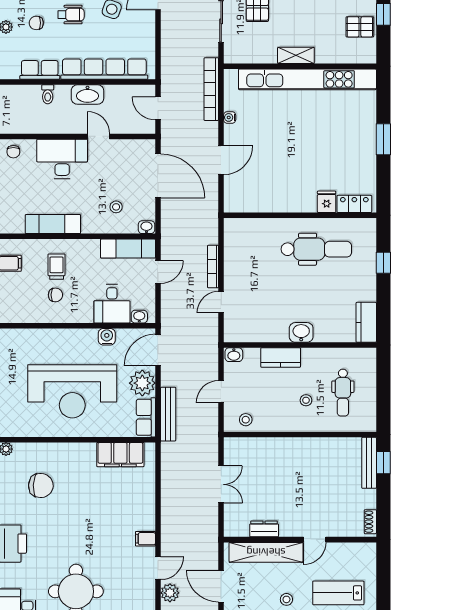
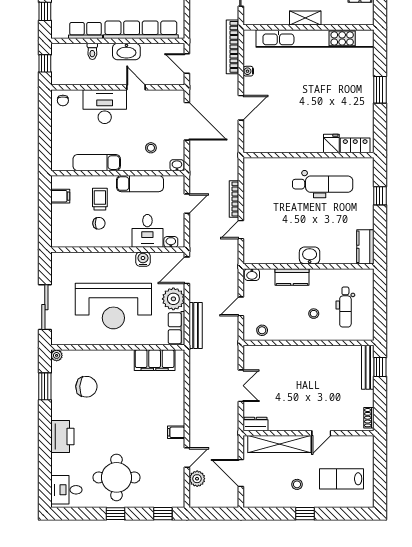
exam couch: (128, 249) -> (140, 184), moved
dresser: (264, 529) -> (255, 424), moved

